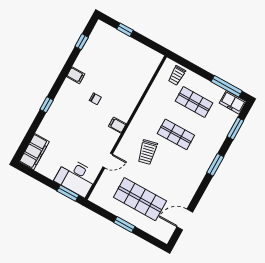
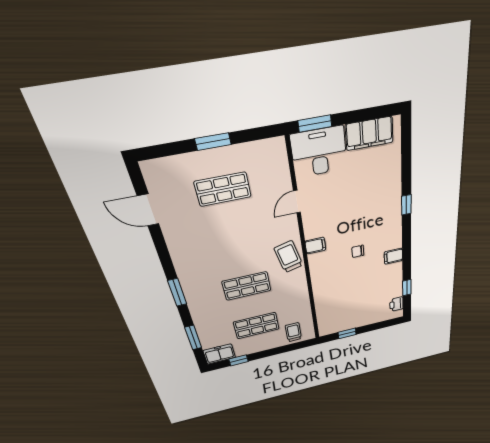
window: (125, 30) -> (347, 333), moved
printer: (97, 34) -> (396, 304), added
window: (227, 86) -> (239, 360), width x0.46
filing cabinet: (34, 152) -> (369, 133), moved, turned -90
trolley: (147, 152) -> (289, 257), moved
shop shelf: (140, 199) -> (223, 189), width x0.70, depth x0.74
door: (185, 220) -> (148, 210), swing flipped

